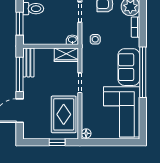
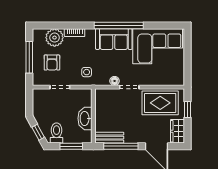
washbasin: (72, 40) -> (85, 118), moved, width x1.91, depth x1.45
wardrobe: (66, 55) -> (177, 131), moved, turned 180
floor lamp: (86, 133) -> (115, 81), moved

